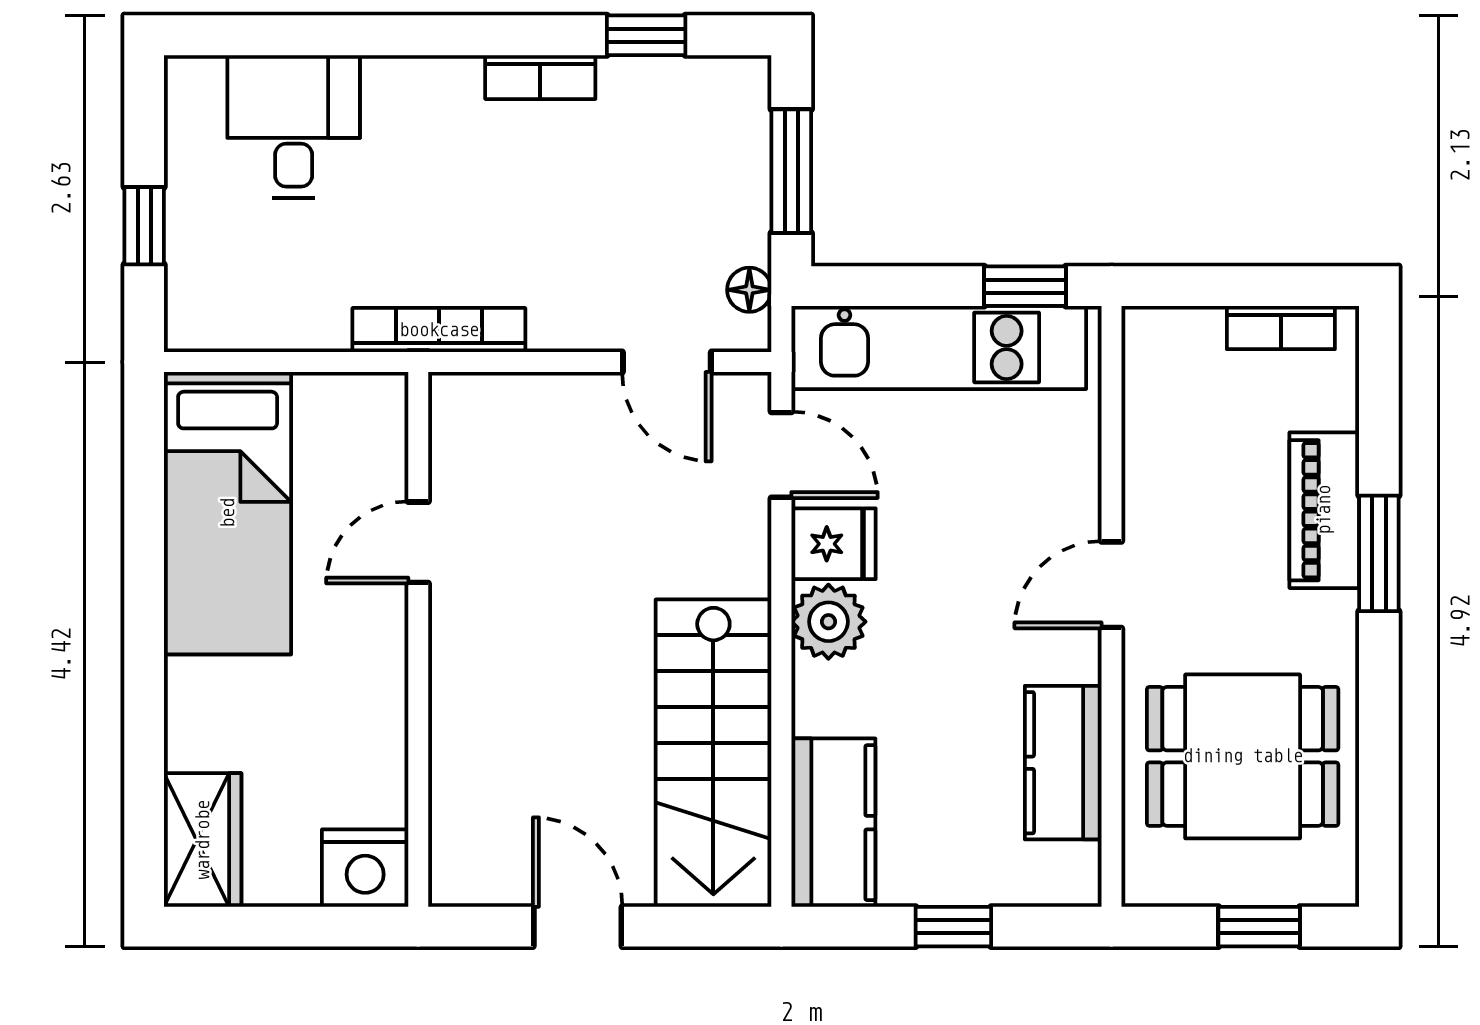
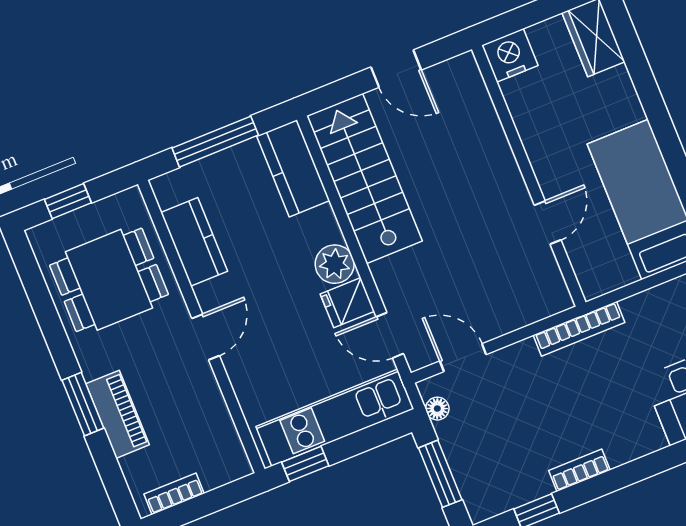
window: (953, 927) -> (215, 142), width x2.17

